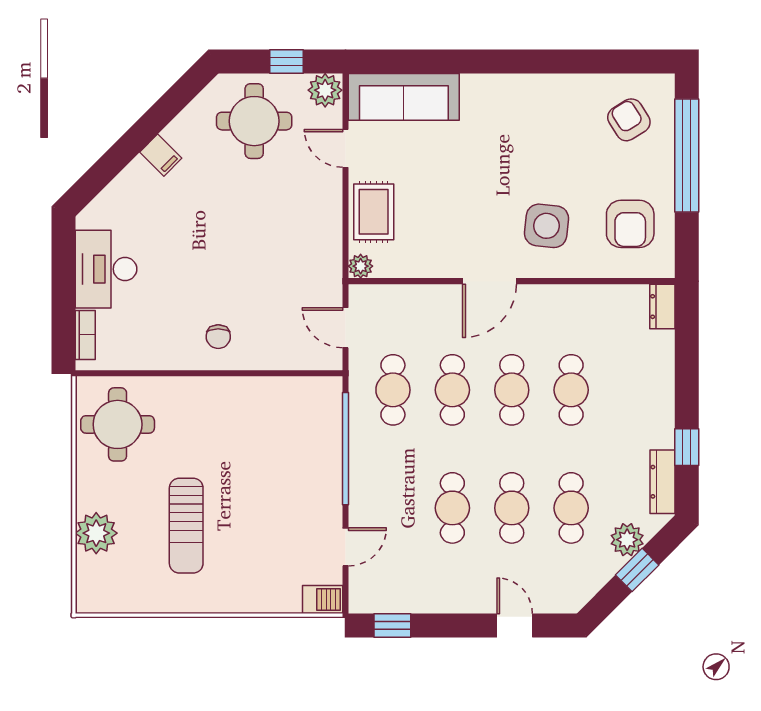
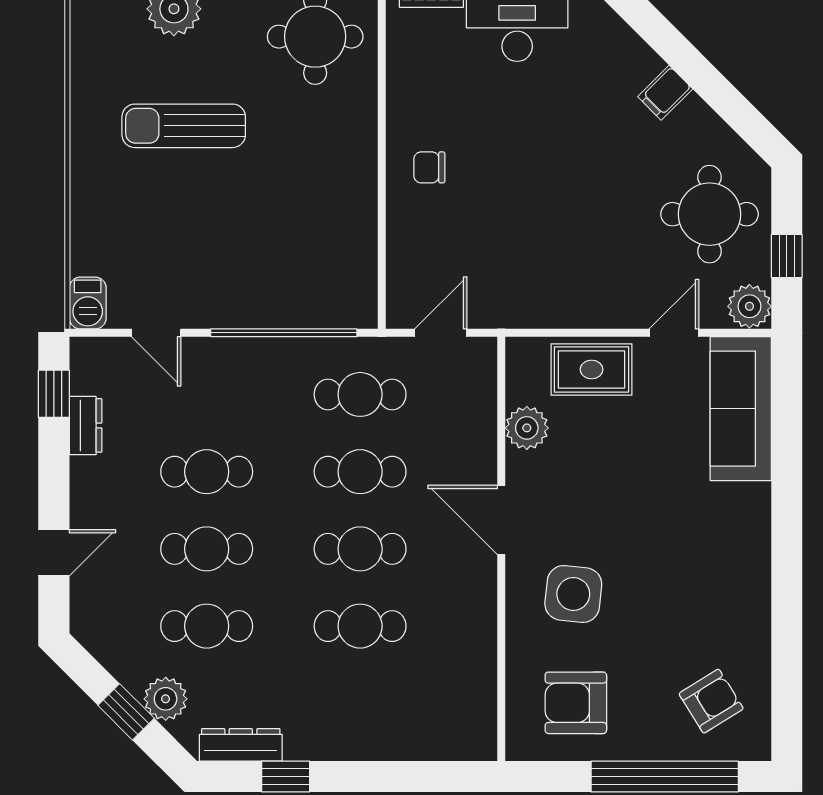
plant: (361, 266) -> (527, 428), moved, width x1.38, depth x1.38
dresser: (662, 307) -> (86, 425), moved, turned 90

